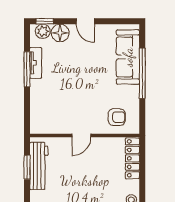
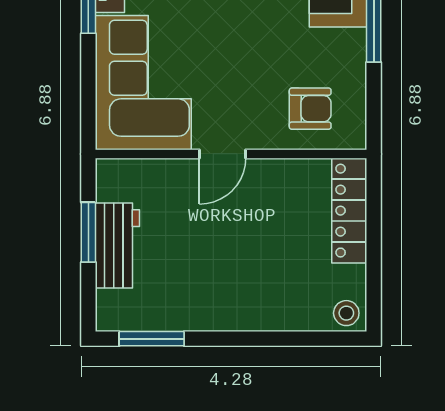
corner sofa: (49, 107) -> (143, 83), added
workbench: (39, 166) -> (117, 245), width x0.73

